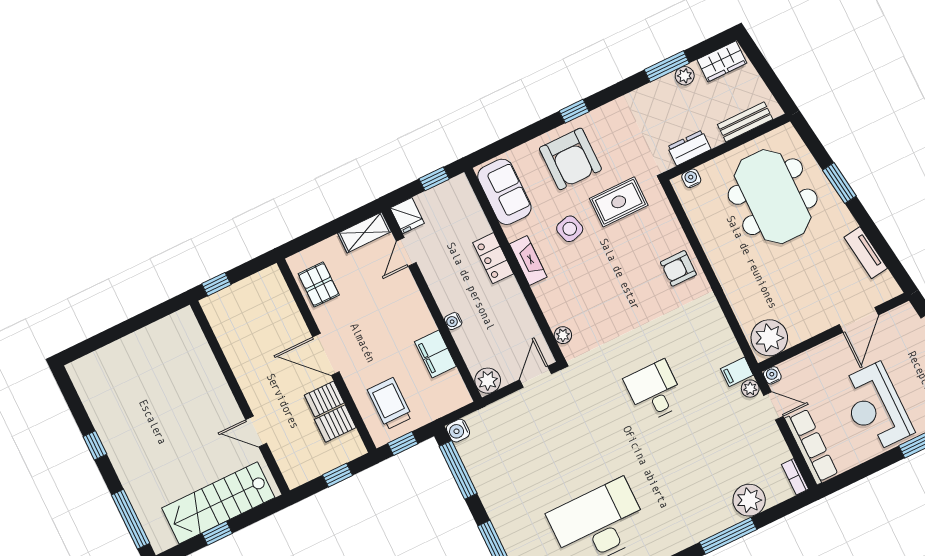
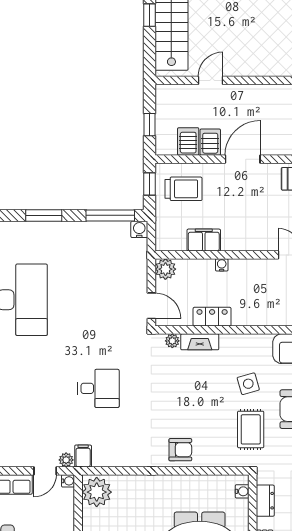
locker: (493, 258) -> (212, 317), moved
fireplace: (528, 260) -> (200, 342), moved
armchair: (678, 268) -> (180, 450), turned 90

